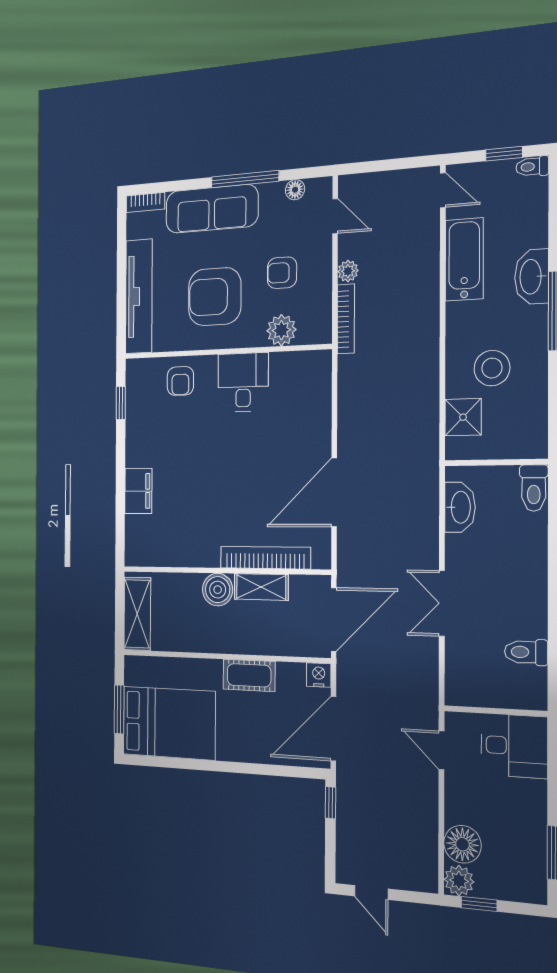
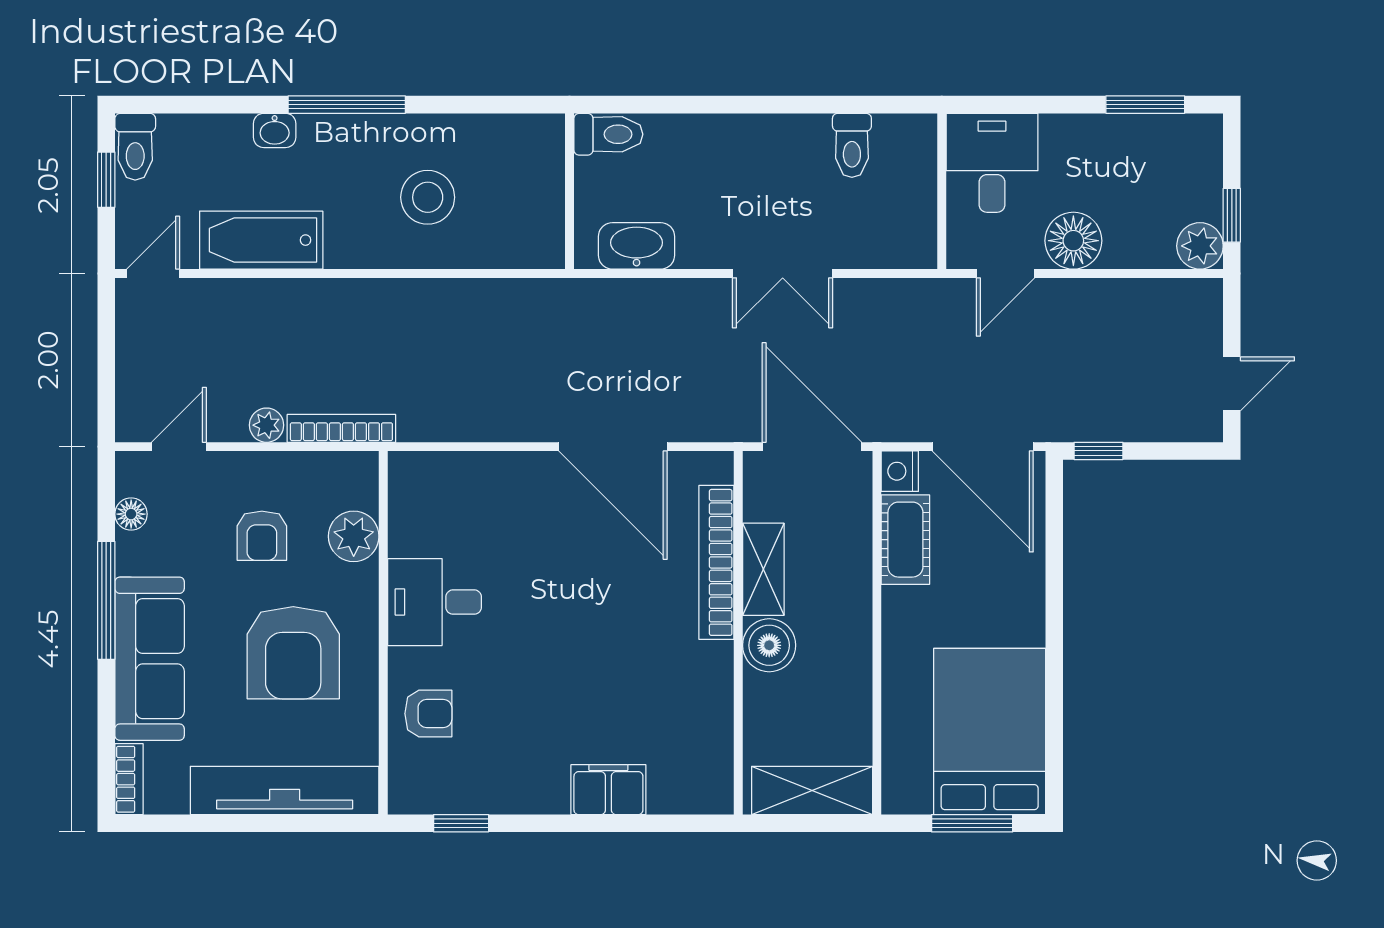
toilet: (532, 167) -> (135, 147), width x1.37, depth x1.39
washbasin: (532, 277) -> (275, 130), width x0.52, depth x0.69
shower: (463, 417) -> (500, 241), removed
cot: (249, 675) -> (905, 540), moved
floor lamp: (462, 844) -> (1073, 241), moved

